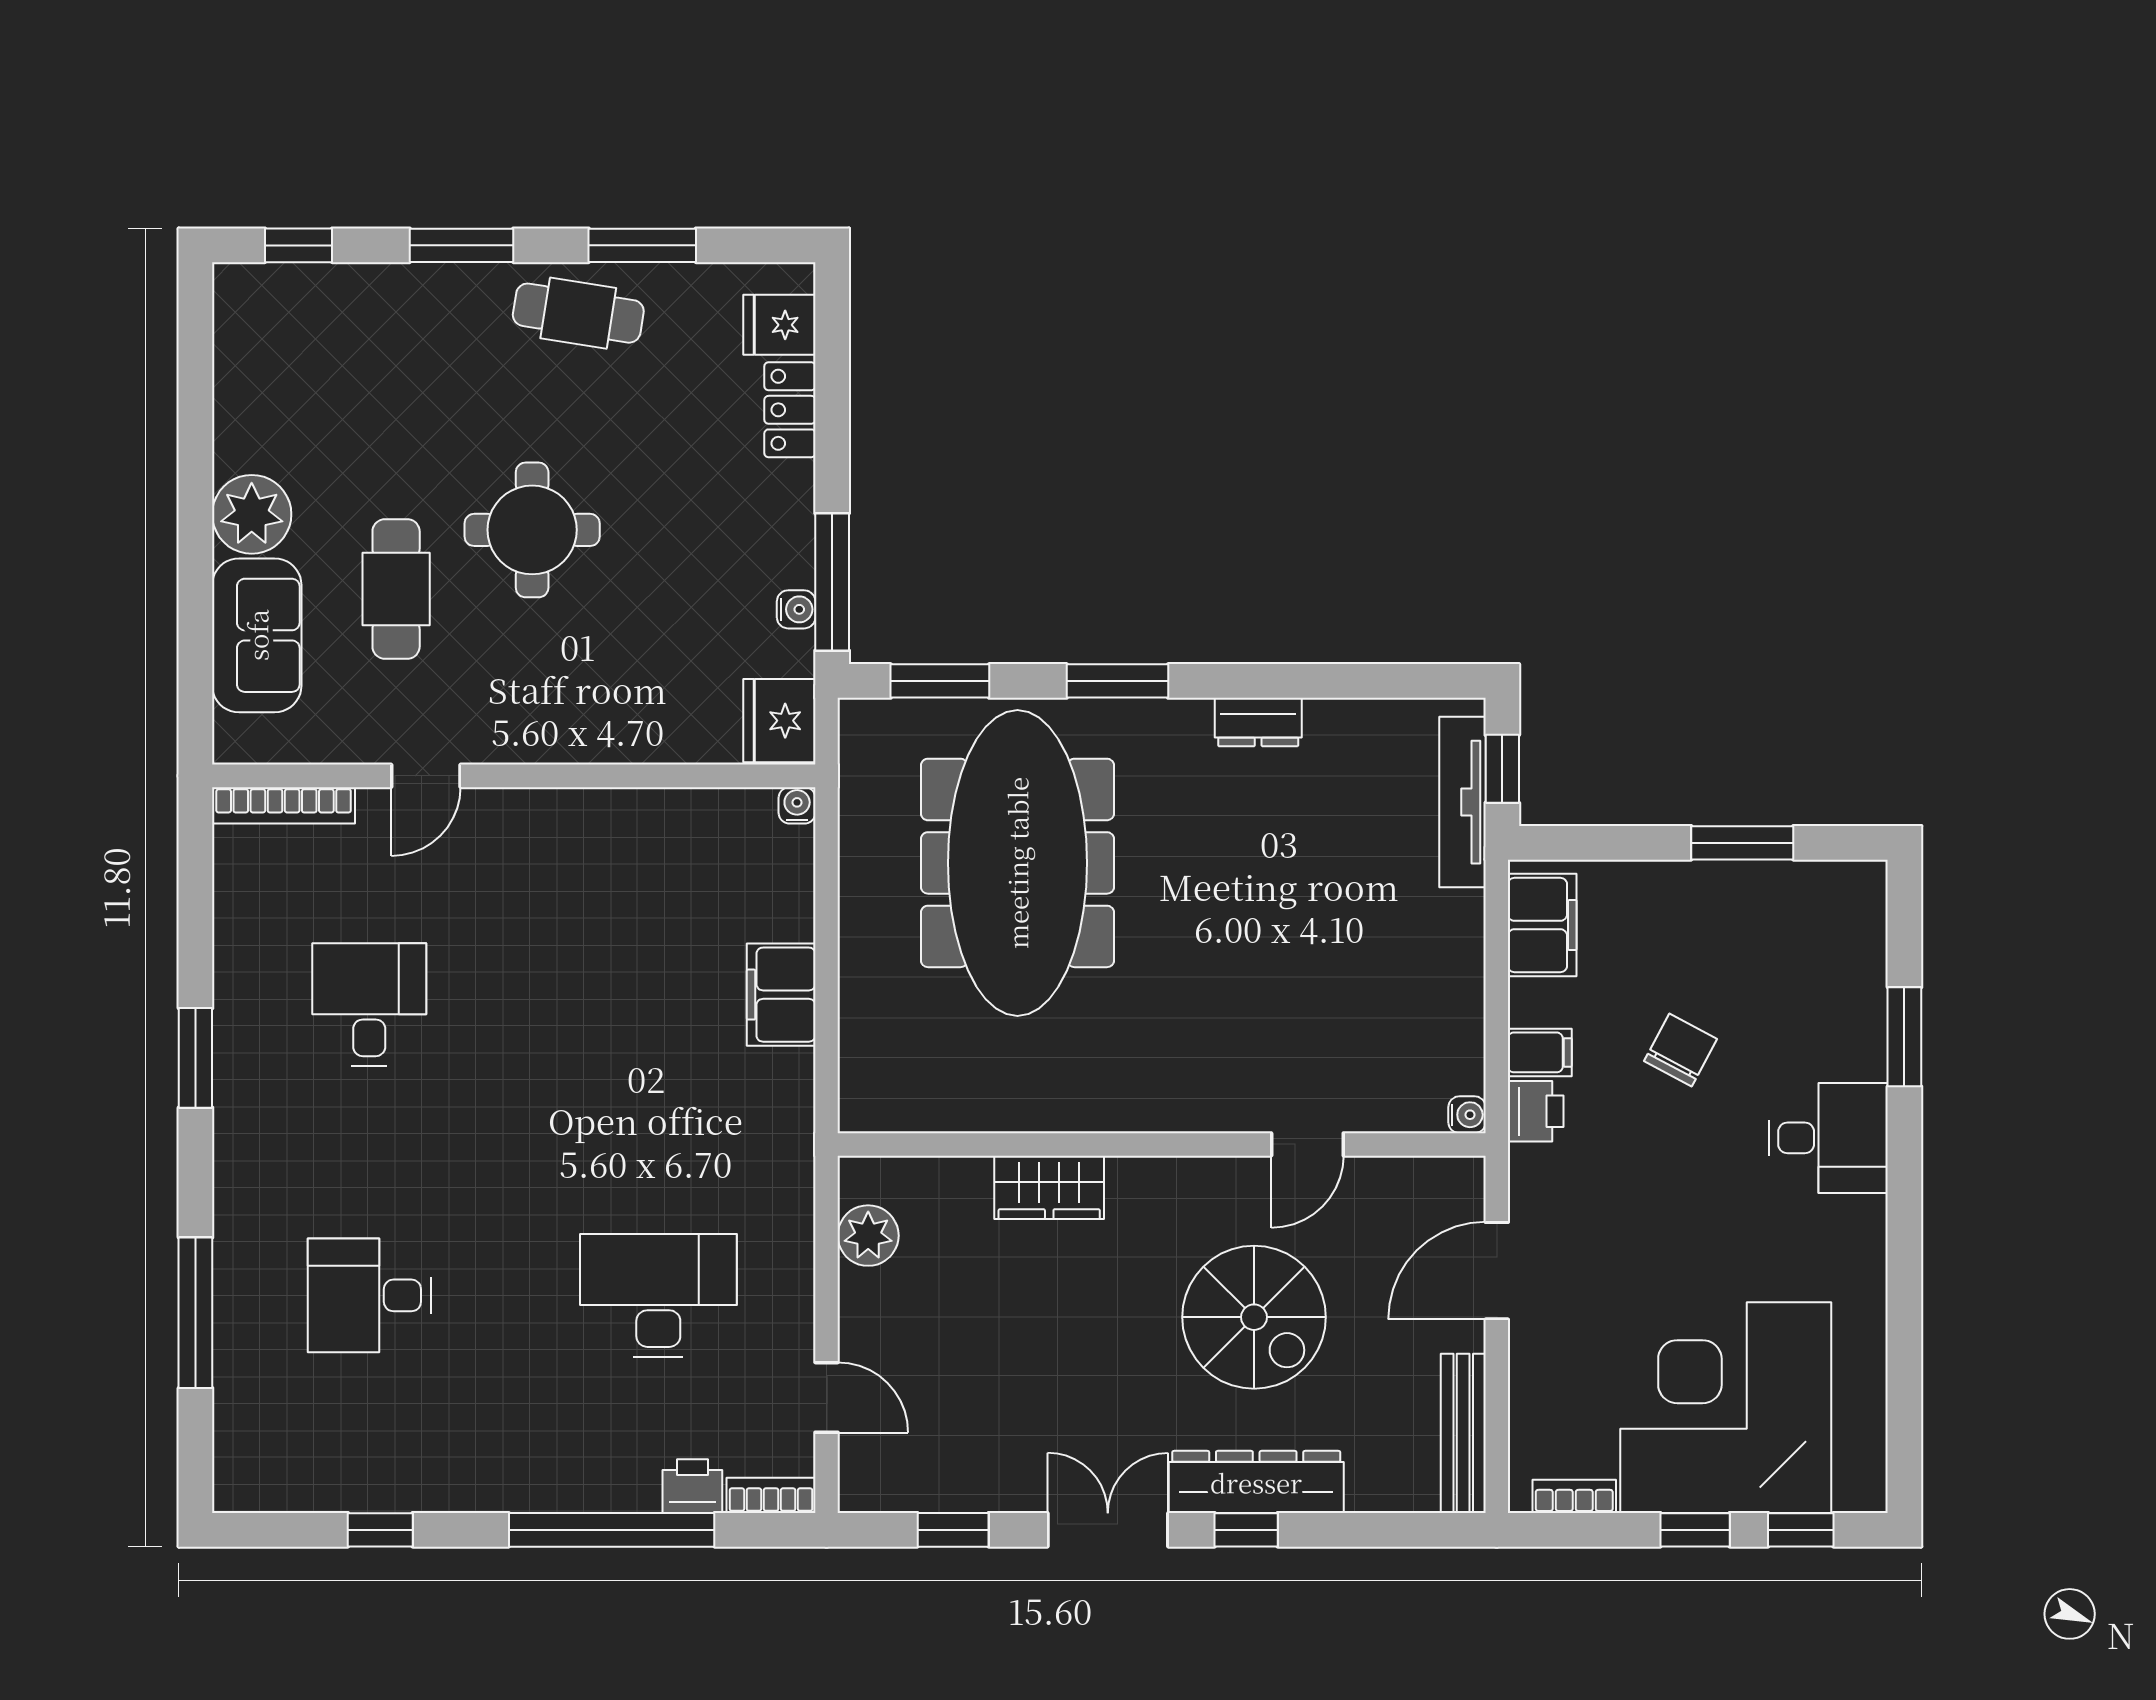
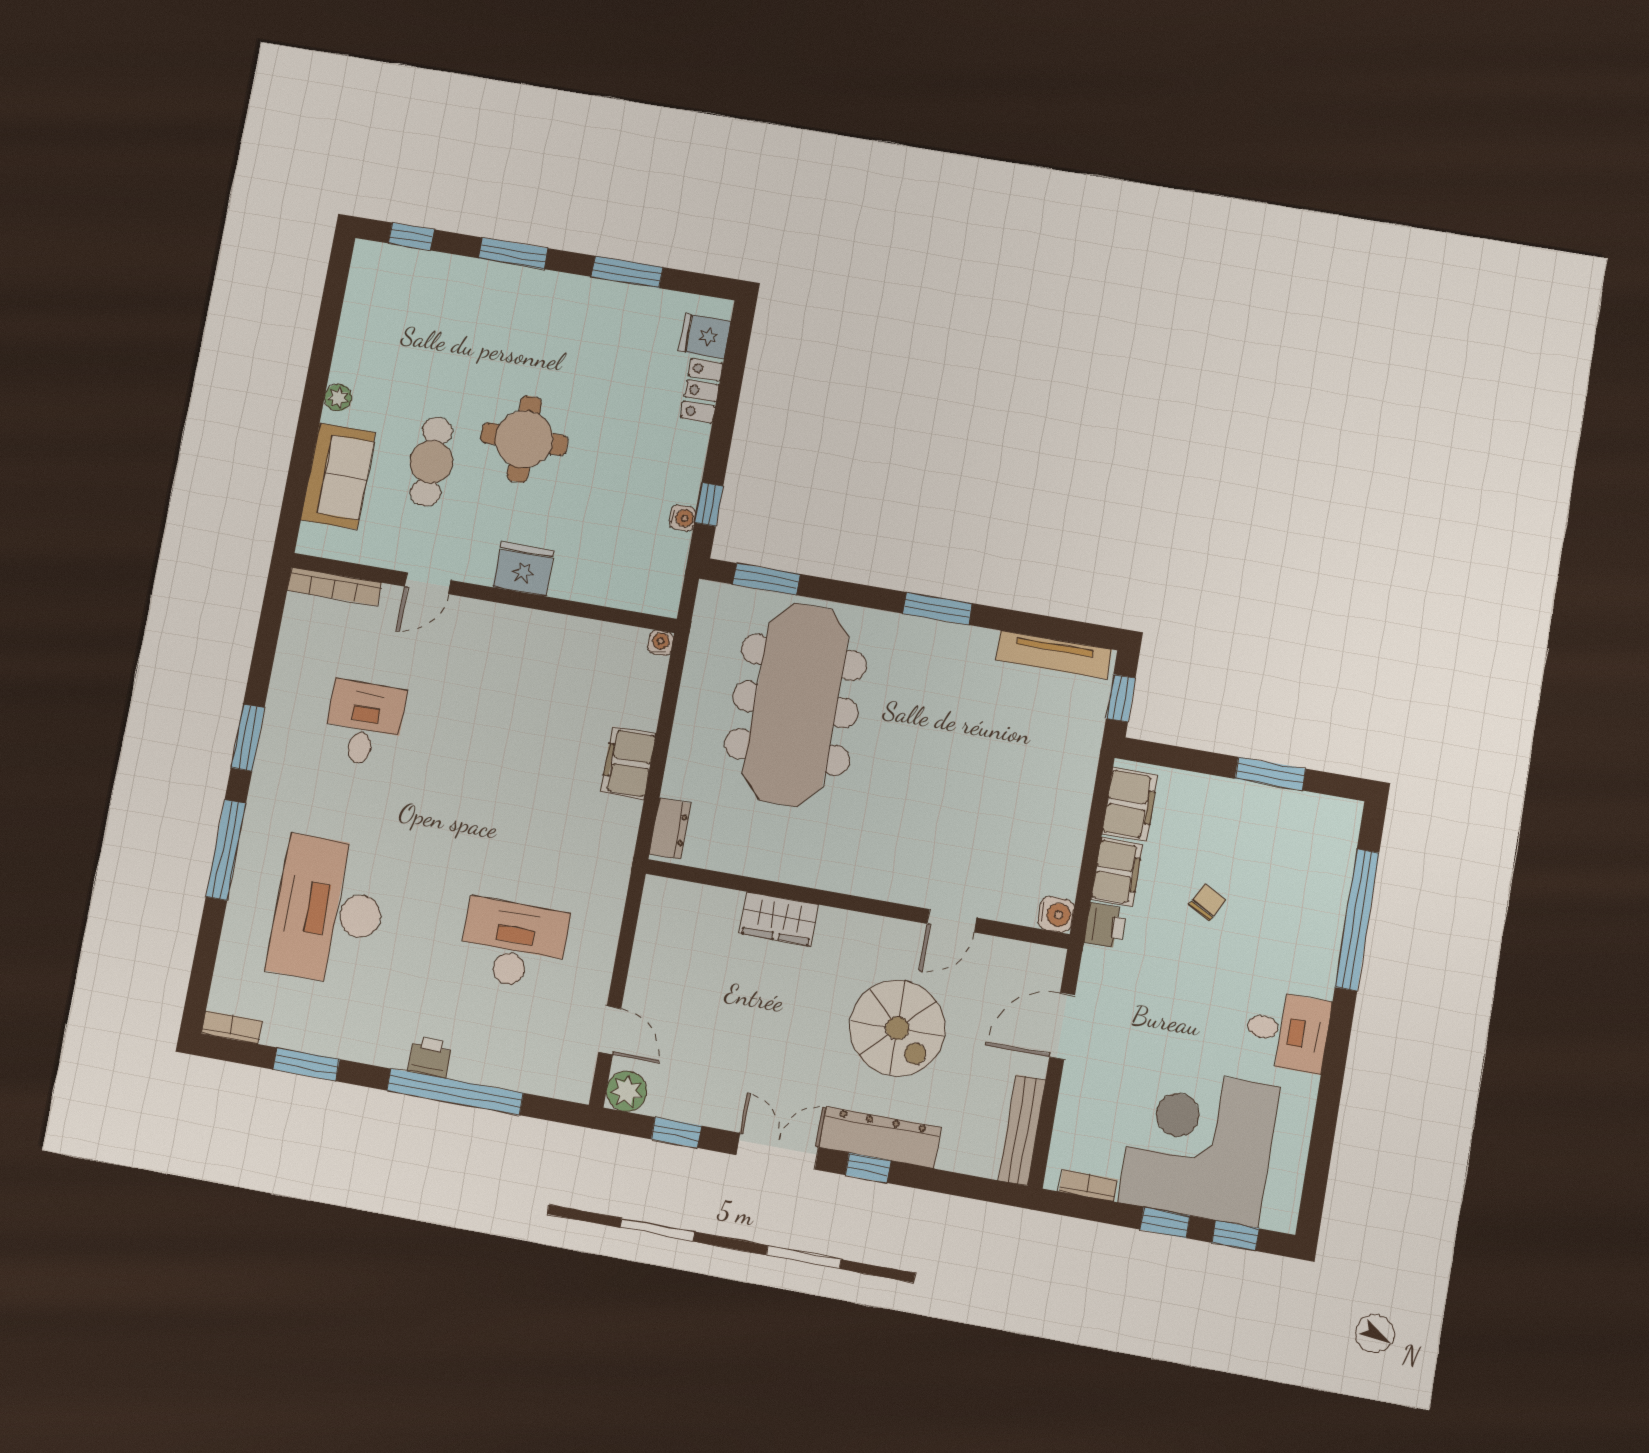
cafe table: (578, 313) -> (579, 308), removed
plant: (252, 514) -> (338, 398), width x0.53, depth x0.53
window: (832, 582) -> (709, 504), width x0.46
window: (1117, 681) -> (938, 608), moved
fridge: (779, 721) -> (523, 569), moved, turned 90
dresser: (1258, 722) -> (670, 828), moved, turned -90
tv unit: (1462, 802) -> (1054, 655), moved, turned -90
window: (1904, 1037) -> (1357, 920), width x2.11
chair: (1681, 1050) -> (1207, 902), width x0.73, depth x0.73
filing cabinet: (1540, 1052) -> (1117, 872), width x2.00
water cooler: (1467, 1115) -> (1056, 914), width x1.38, depth x1.38
desk: (1828, 1138) -> (1287, 1031), moved
plant: (868, 1236) -> (627, 1091), moved
desk: (369, 1295) -> (328, 910), width x1.87, depth x1.30
window: (195, 1313) -> (226, 850), moved
printer: (692, 1486) -> (430, 1057), moved
bookcase: (771, 1495) -> (232, 1027), moved
window: (380, 1530) -> (306, 1064), width x1.50

